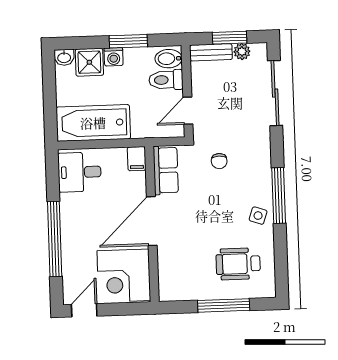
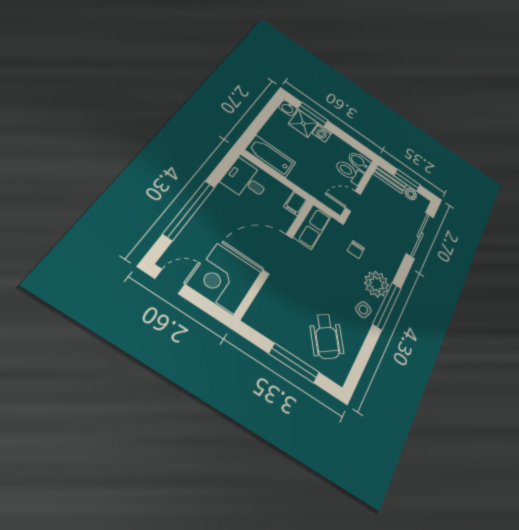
window: (128, 41) -> (313, 114), moved
bathtub: (93, 123) -> (270, 156), width x0.73, depth x0.73
plant: (257, 181) -> (377, 284), added
wheelchair: (238, 264) -> (326, 336), turned -127

